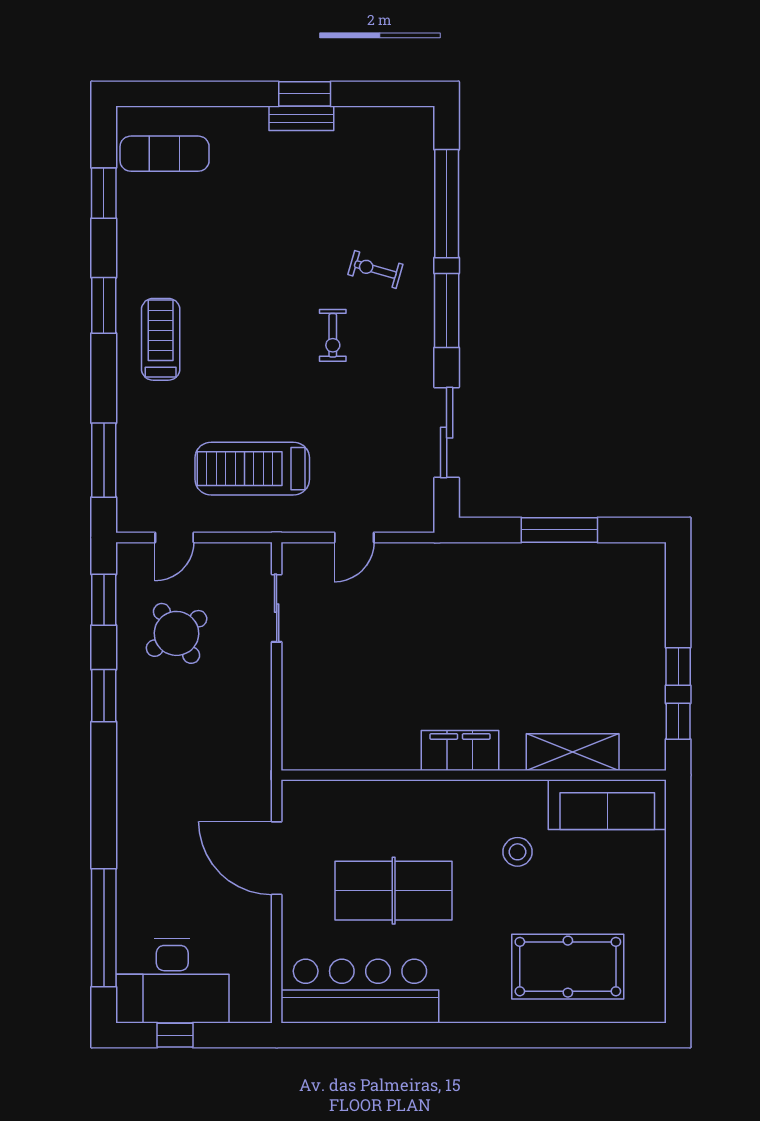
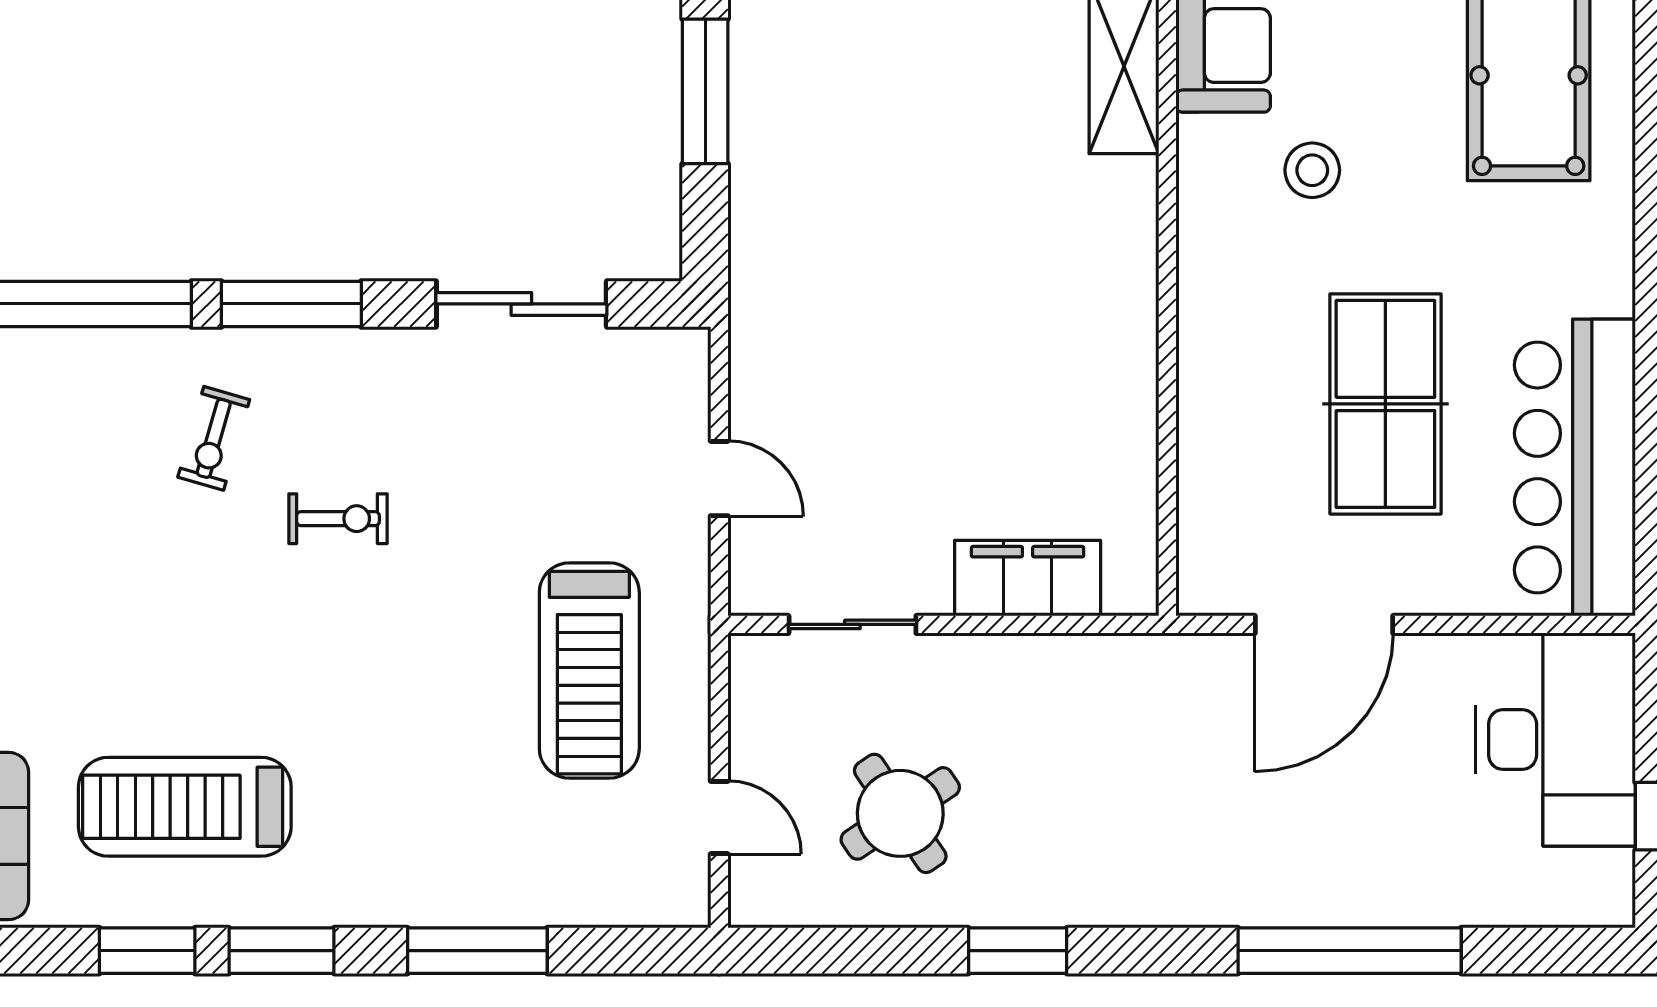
window: (104, 193) -> (147, 951), moved
treadmill: (161, 339) -> (185, 807), moved, width x1.37, depth x1.38
window: (104, 460) -> (477, 951), moved
window: (104, 600) -> (837, 951), removed
filing cabinet: (460, 751) -> (1028, 578), moved, turned 90
window: (104, 928) -> (1350, 951), moved
desk: (172, 981) -> (1556, 740), moved

